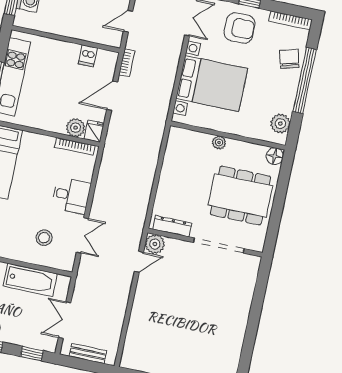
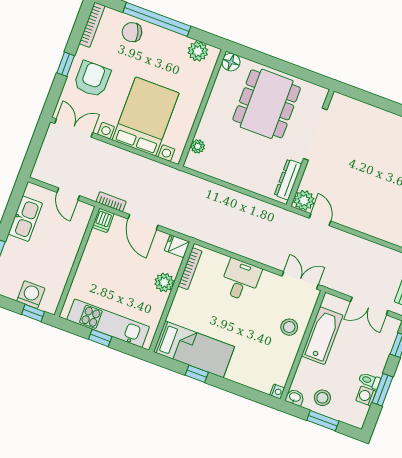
dishwasher: (88, 56) -> (103, 220), moved, turned 90
plant: (75, 128) -> (164, 282), moved
plant: (219, 143) -> (198, 146), moved
double door: (83, 235) -> (300, 280), moved
stool: (44, 238) -> (289, 327), moved

